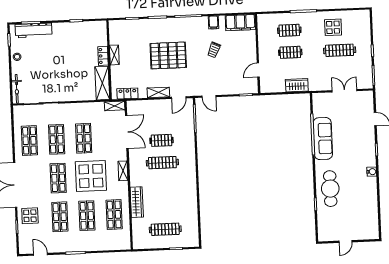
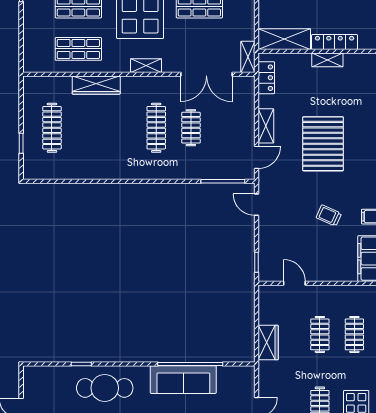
locker: (103, 56) -> (335, 42), width x1.53
door: (209, 96) -> (257, 205), hinge flipped
door: (179, 98) -> (257, 157), swing flipped

